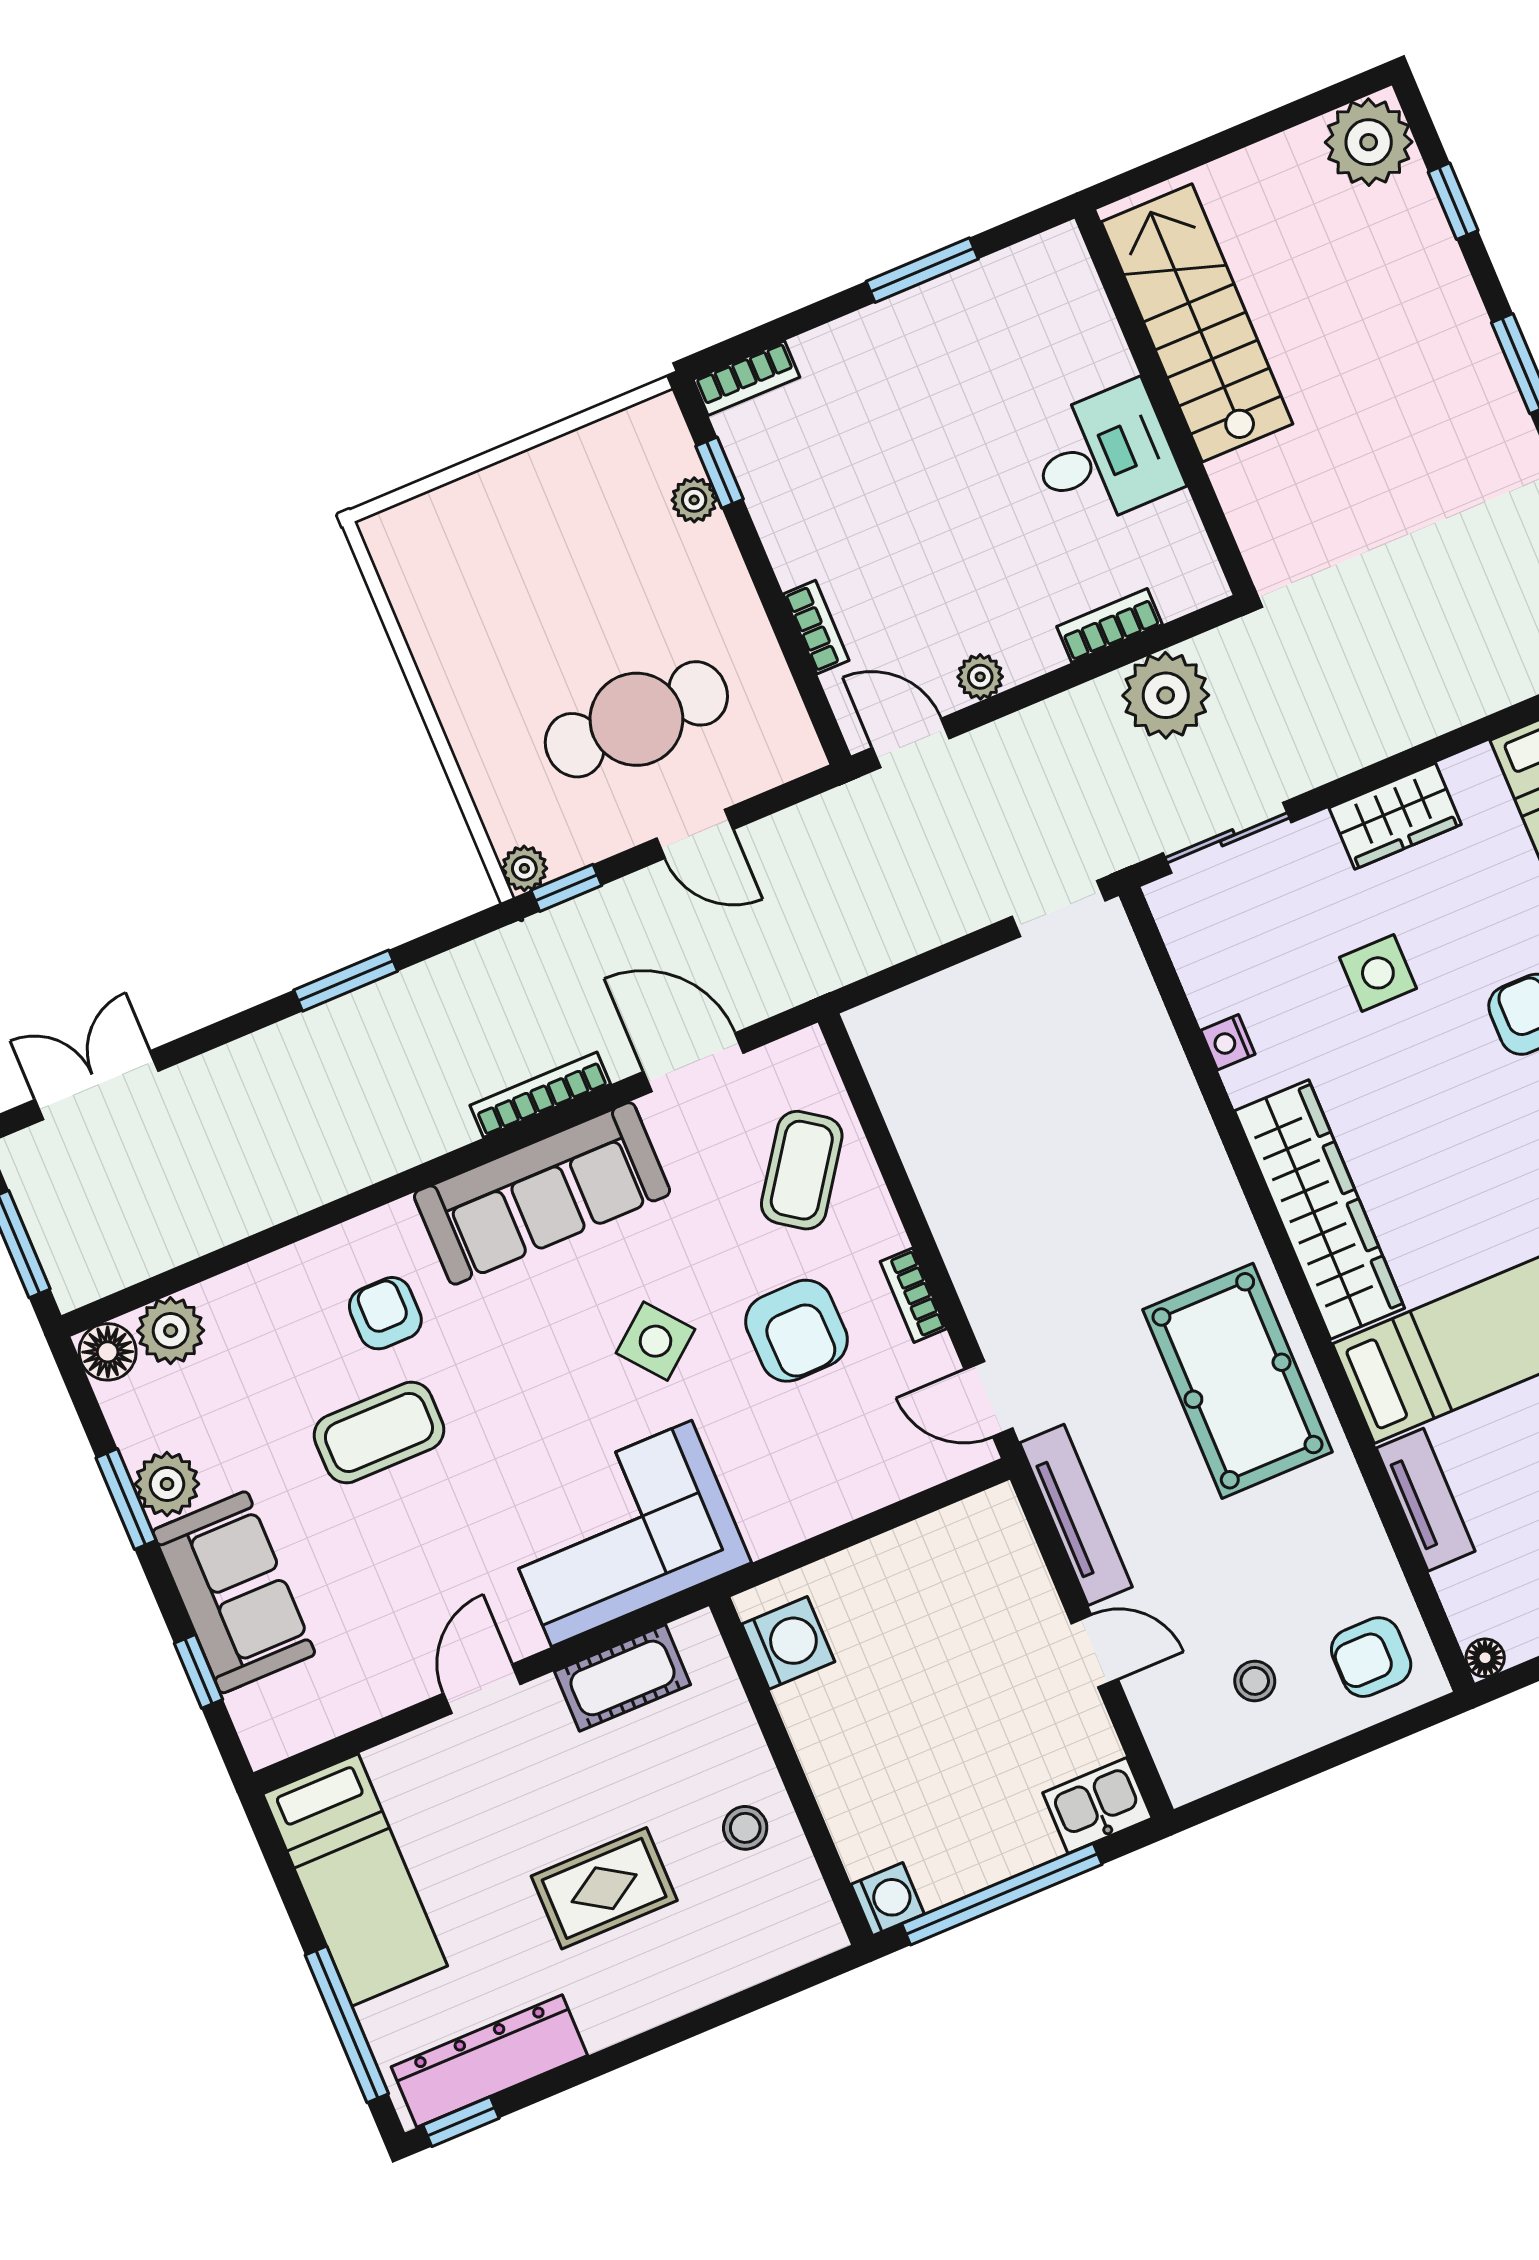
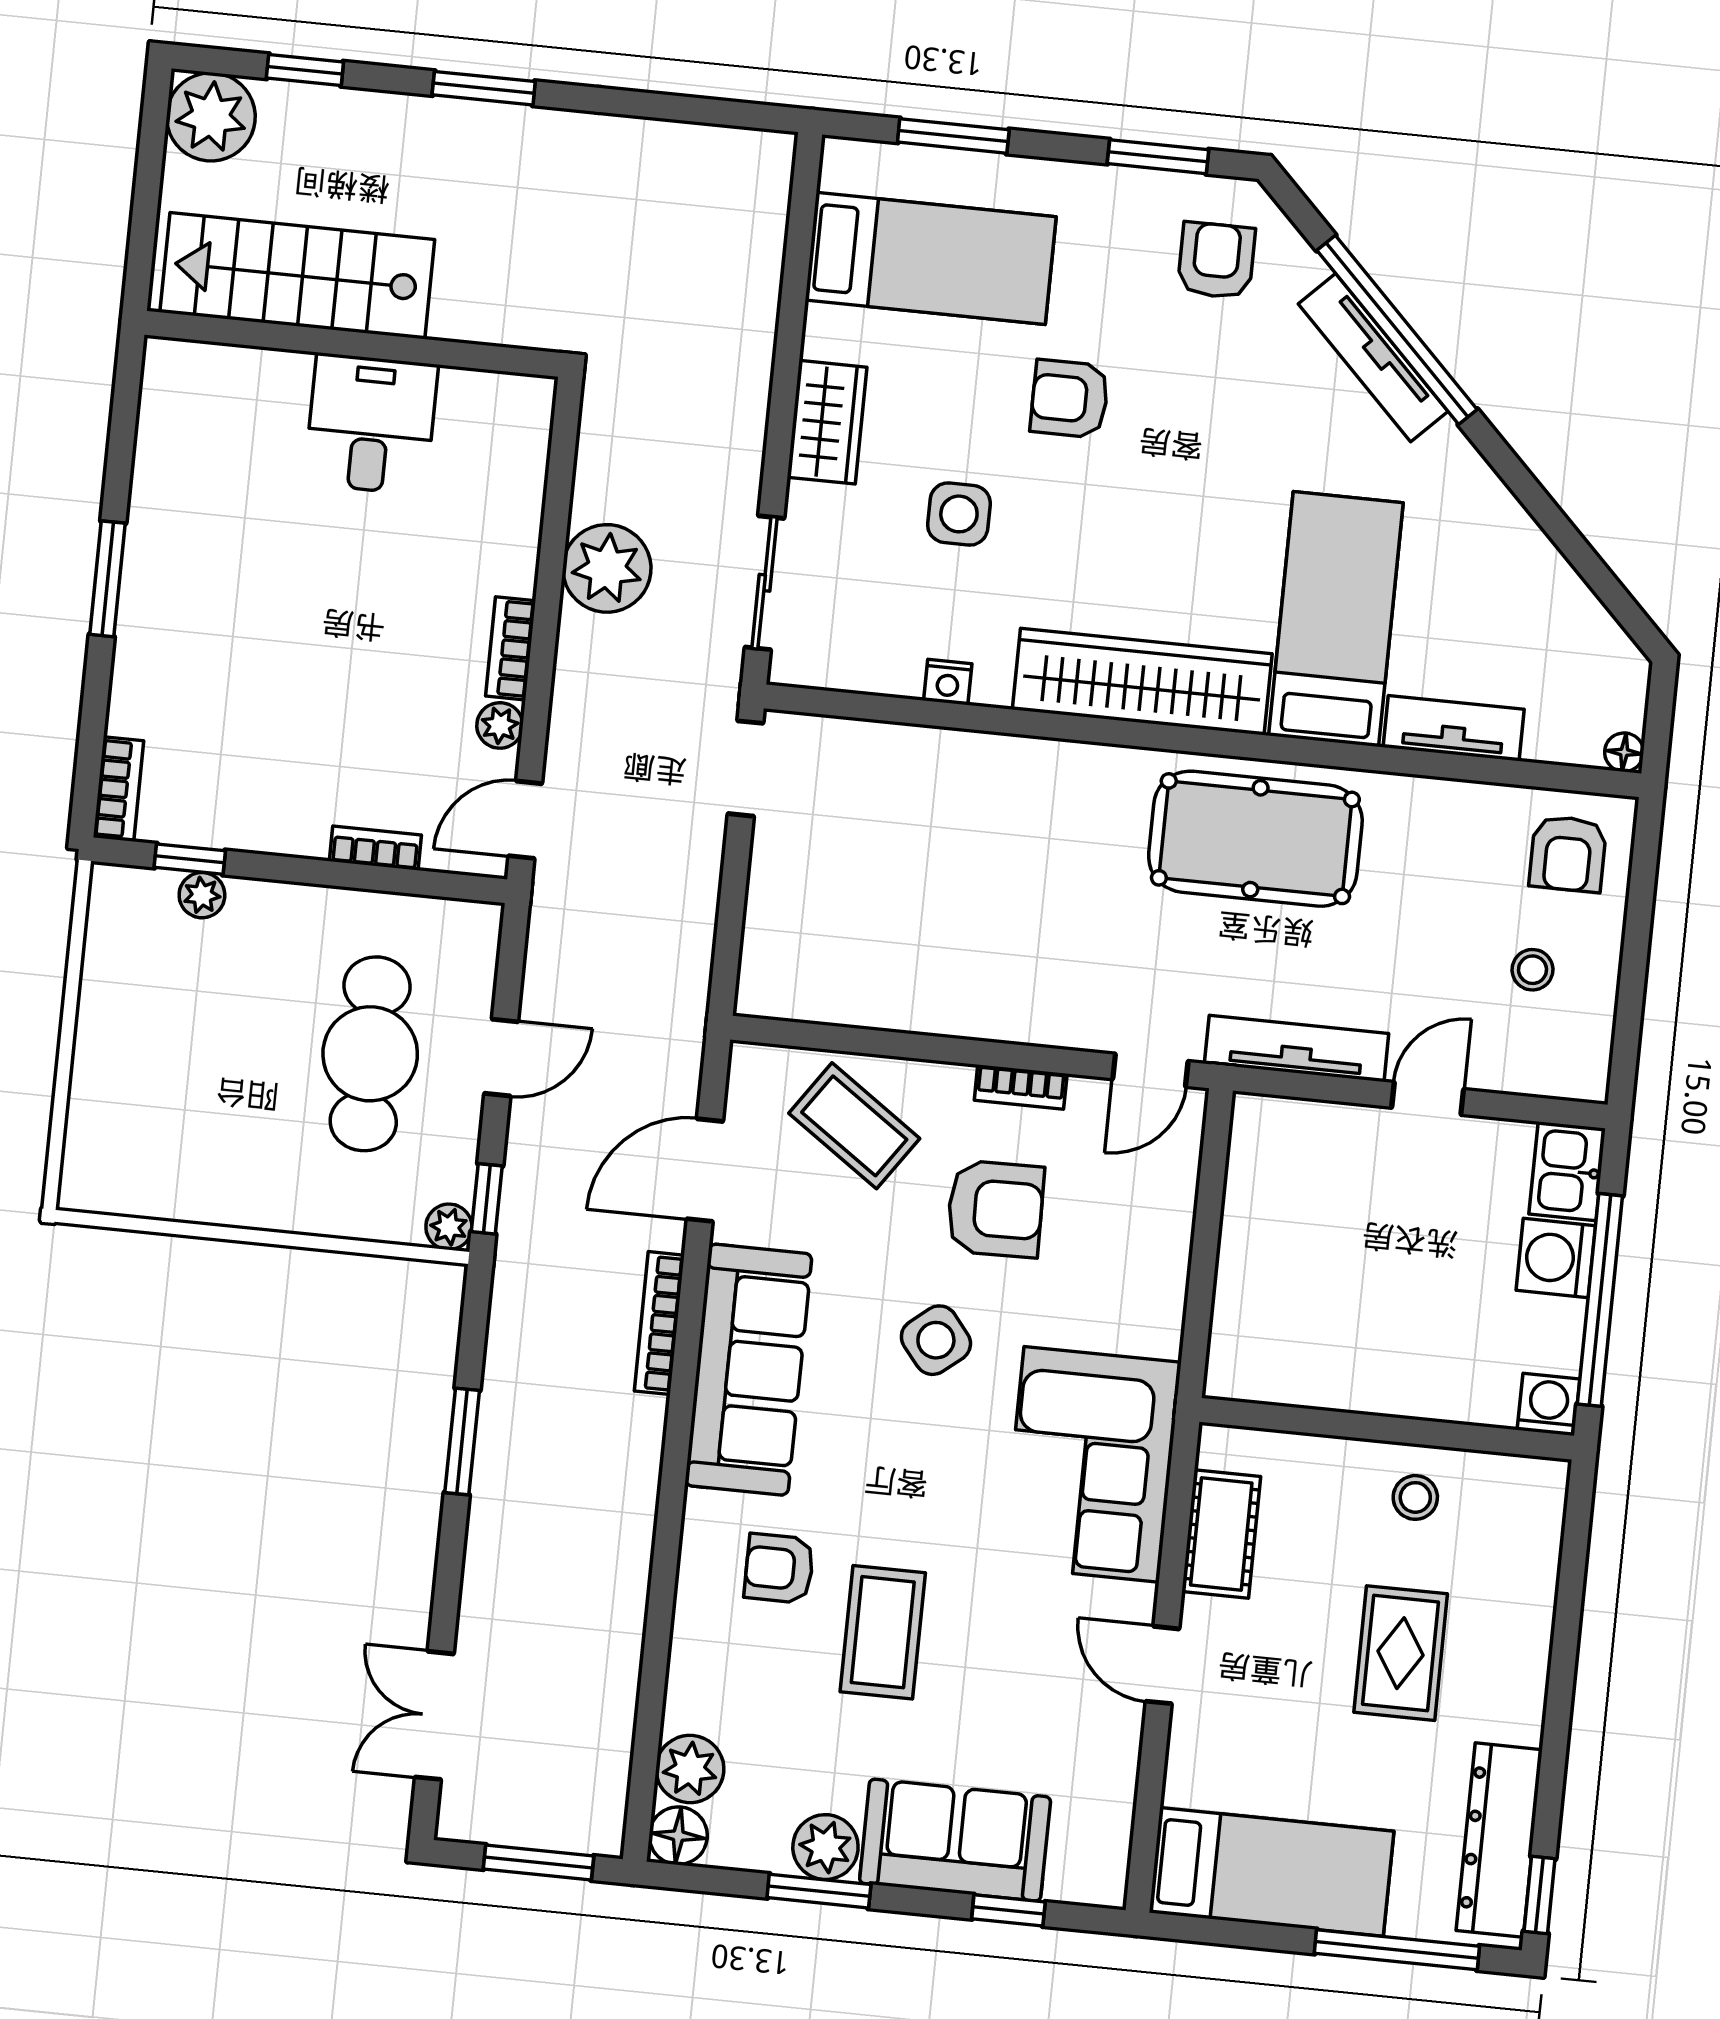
stairs: (1197, 323) -> (297, 276), moved
wall: (1164, 402) -> (353, 344), moved
desk: (1104, 456) -> (371, 424), moved
bookcase: (1109, 626) -> (511, 648), moved
washing machine: (788, 1643) -> (1556, 1258), moved, turned -90

